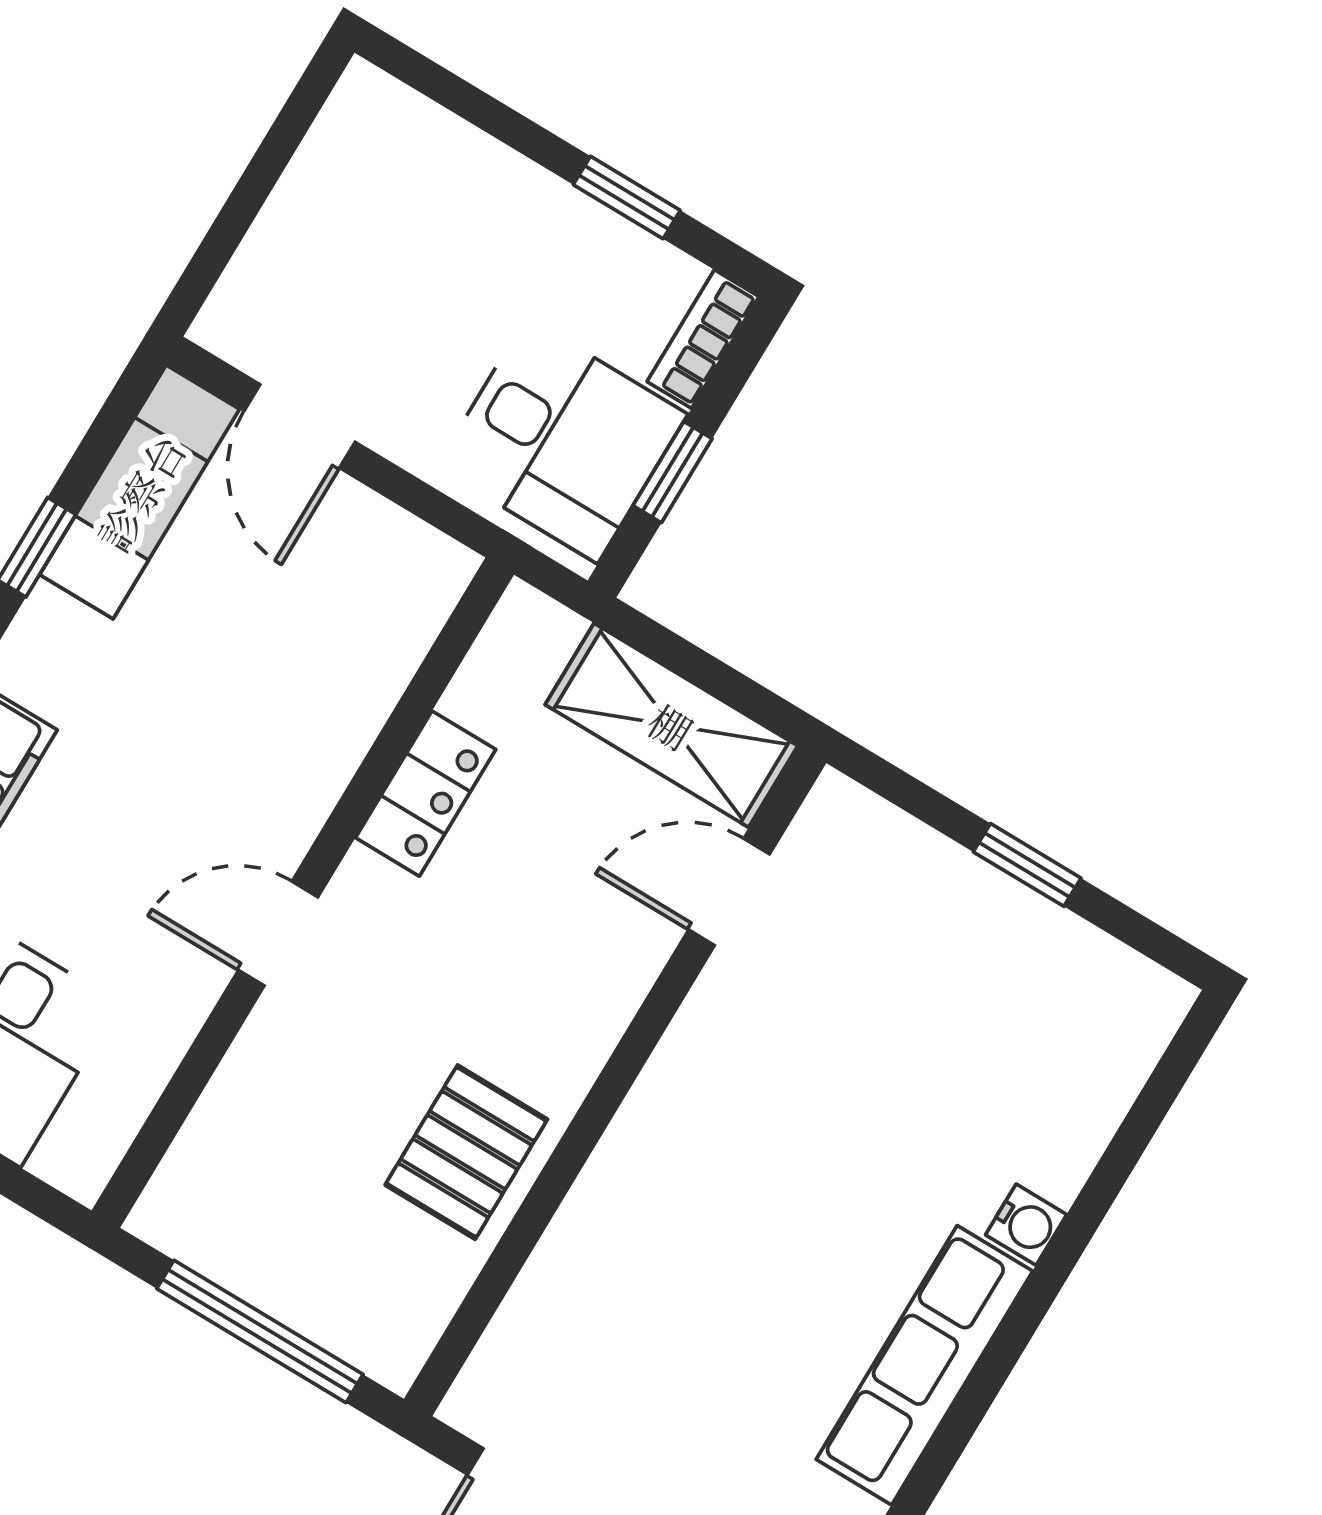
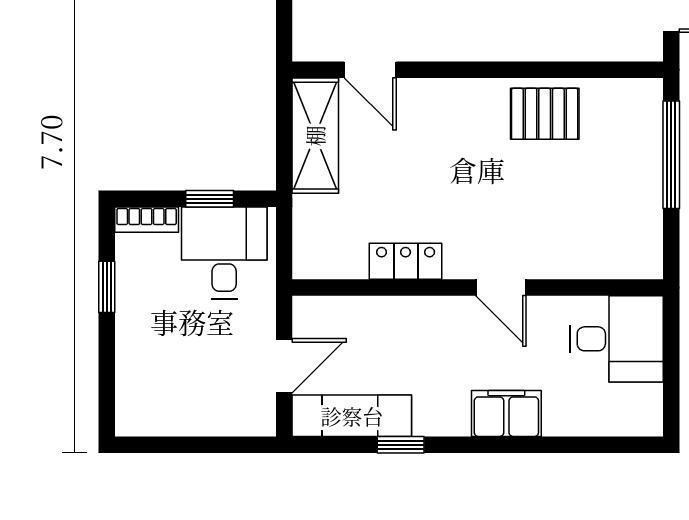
locker: (426, 794) -> (406, 261), moved
wall: (303, 893) -> (478, 288), moved
door: (278, 934) -> (501, 288), moved

